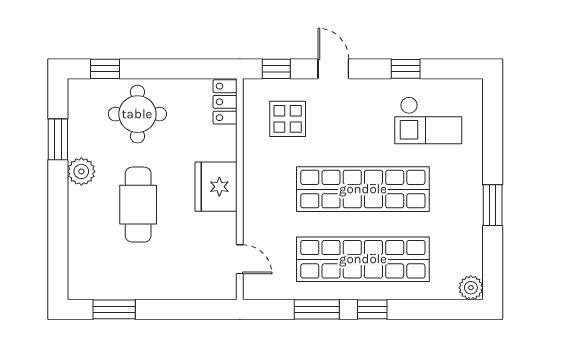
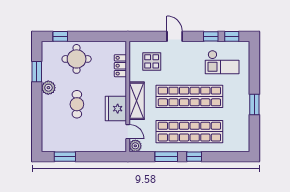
window: (276, 69) -> (232, 36), moved
locker: (225, 102) -> (120, 66), moved
fridge: (216, 187) -> (116, 109), moved
shelving: (258, 198) -> (137, 101), added
cafe table: (138, 205) -> (77, 104), width x0.73, depth x0.74
plant: (471, 288) -> (135, 146), moved

